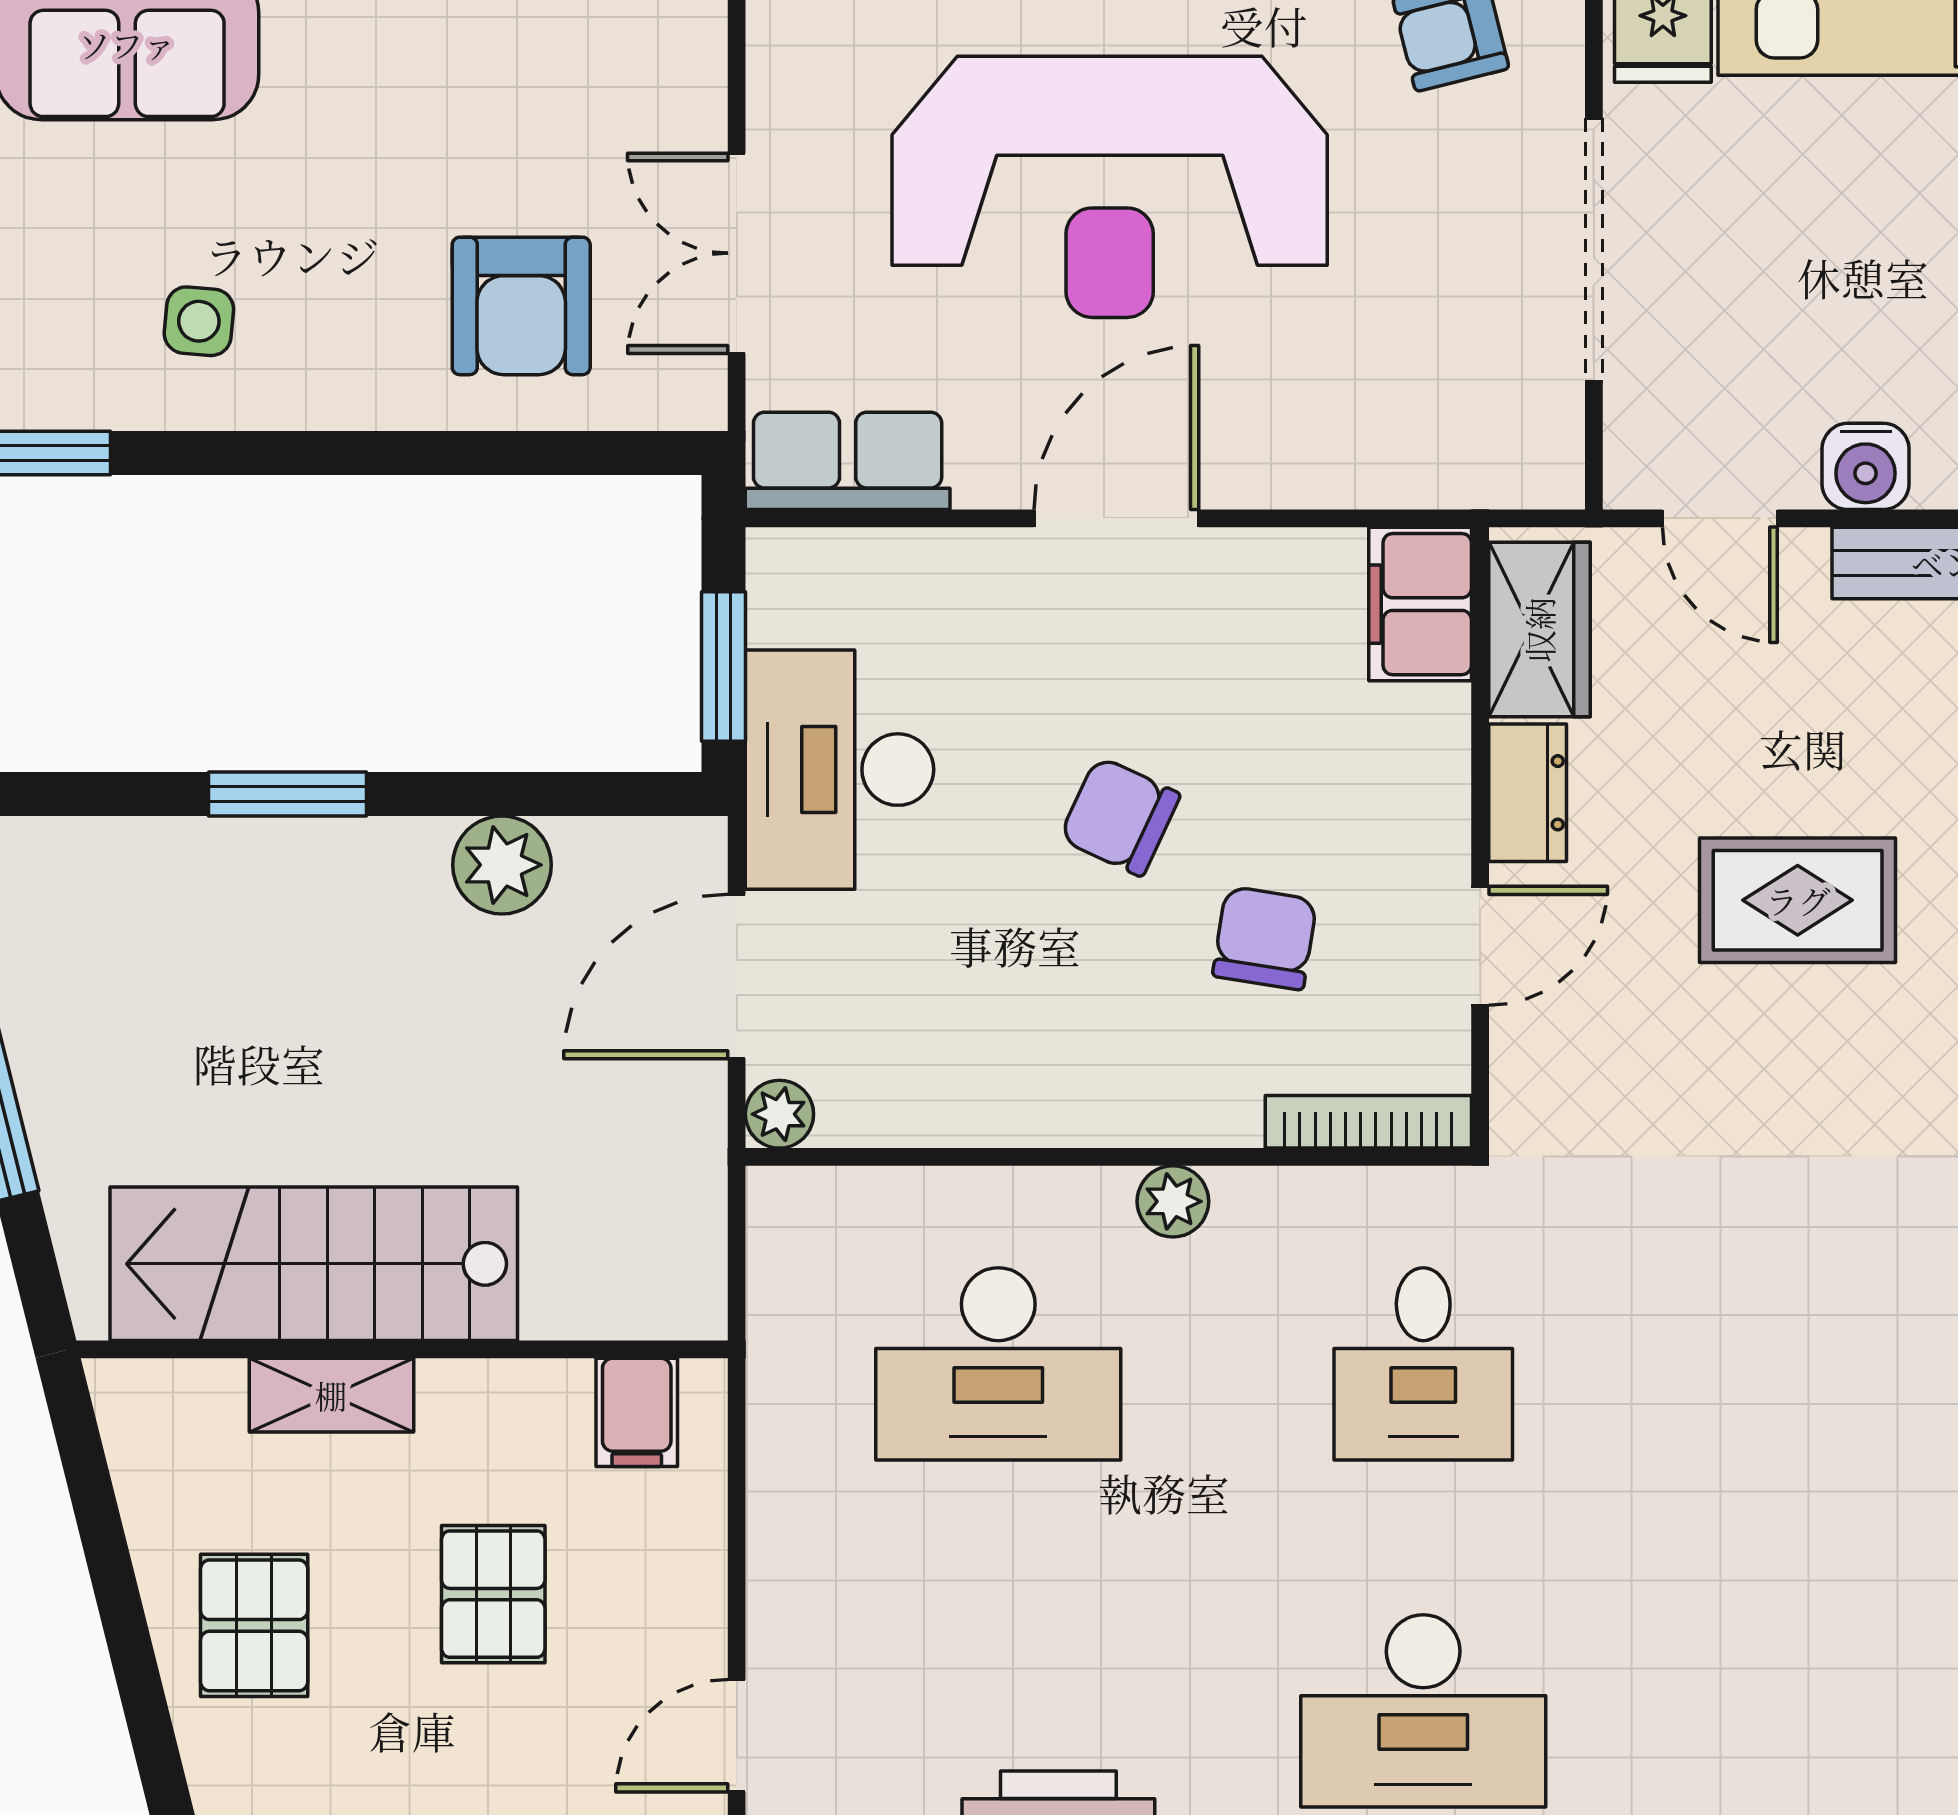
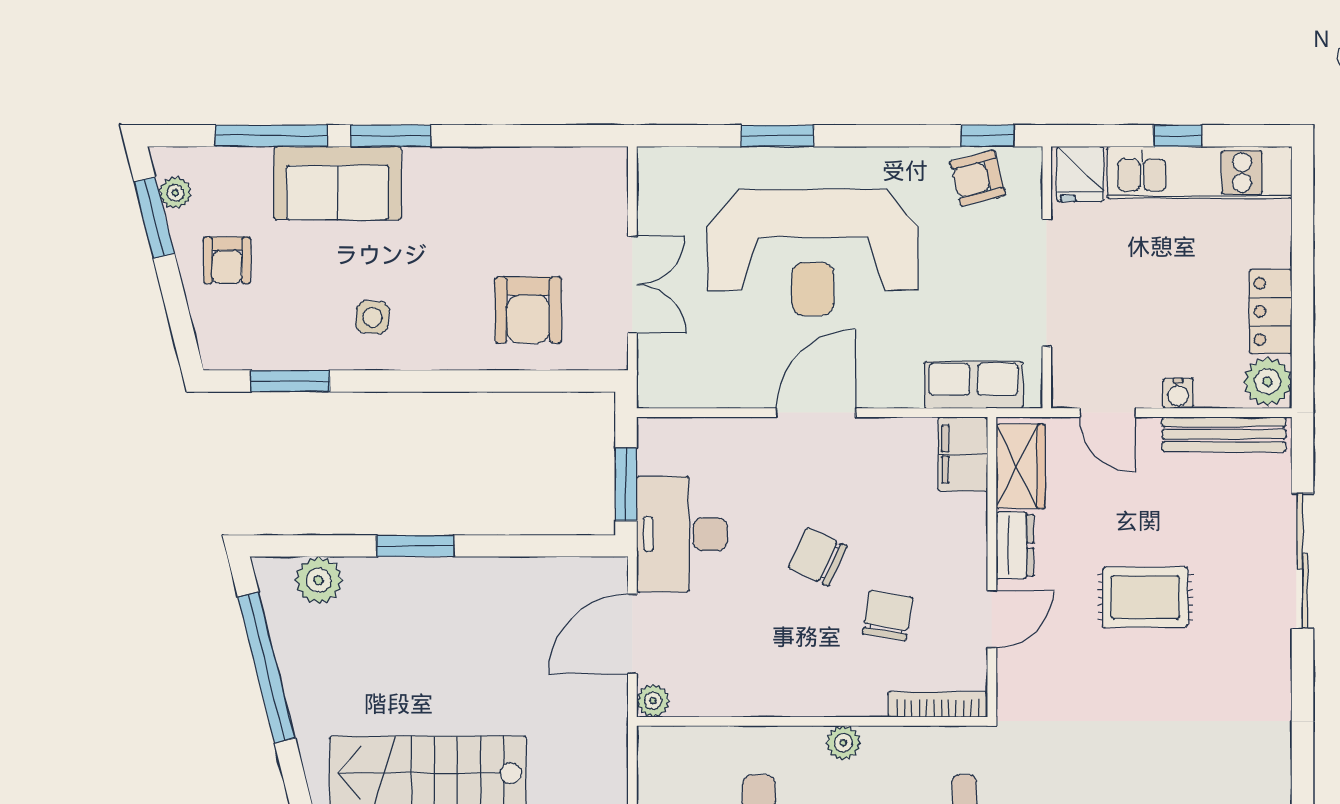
double door: (737, 253) -> (632, 284), swing flipped
row of seats: (848, 461) -> (974, 385), moved
water cooler: (1866, 466) -> (1178, 393), width x0.72, depth x0.72
plant: (502, 865) -> (319, 580), moved

